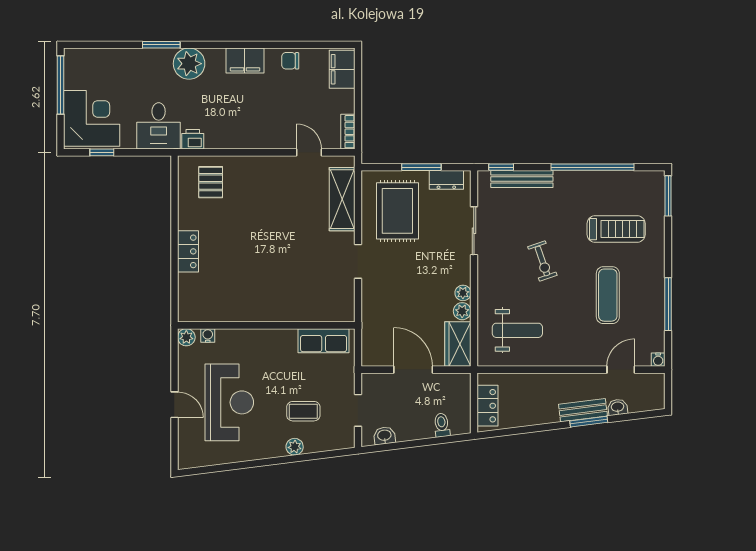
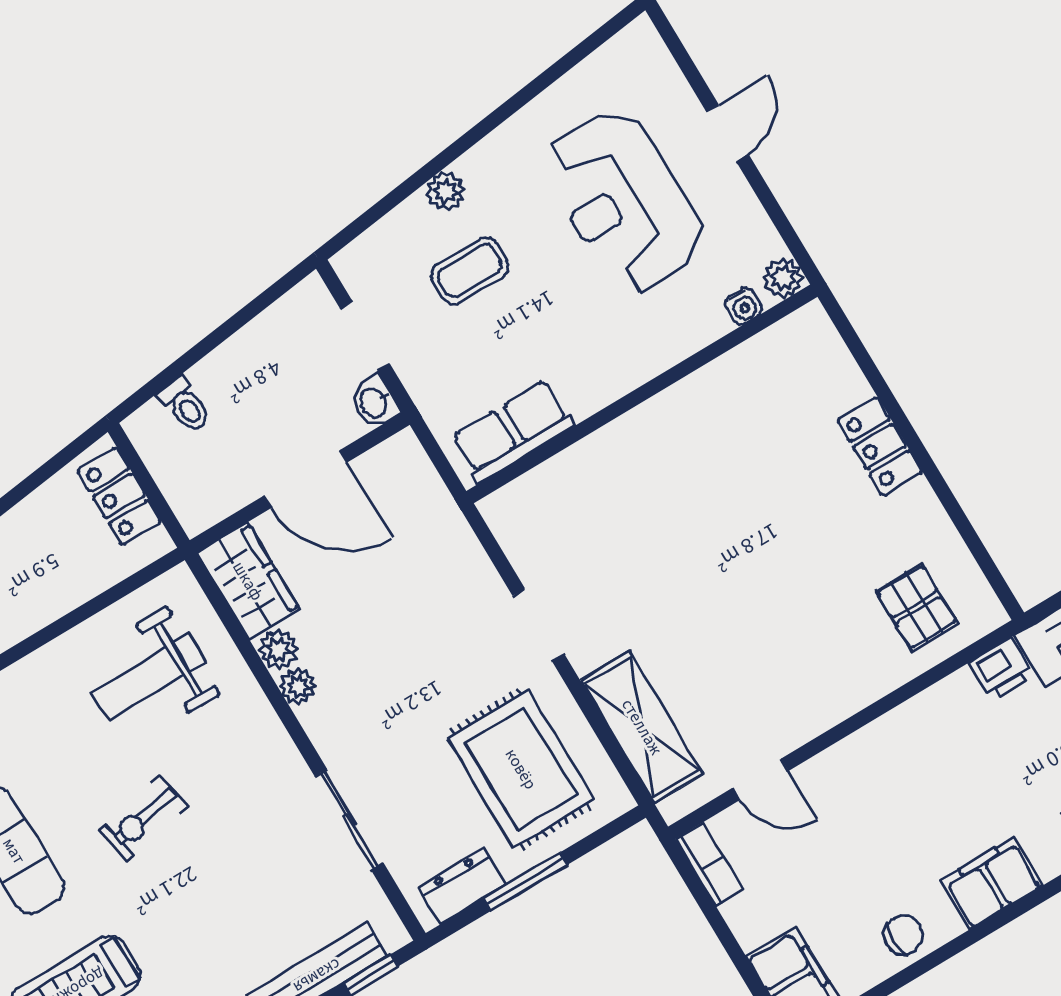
exercise bike: (542, 261) -> (143, 818), moved, turned -82
door: (174, 405) -> (727, 133), swing flipped
washbasin: (384, 436) -> (374, 402), moved, turned 97

